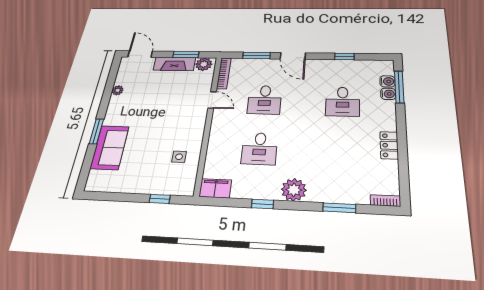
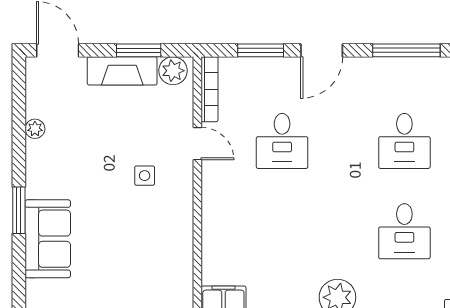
door: (293, 56) -> (322, 50), hinge flipped
window: (344, 57) -> (406, 50), width x2.17
desk: (260, 149) -> (404, 231), moved
side table: (179, 157) -> (145, 176), moved

